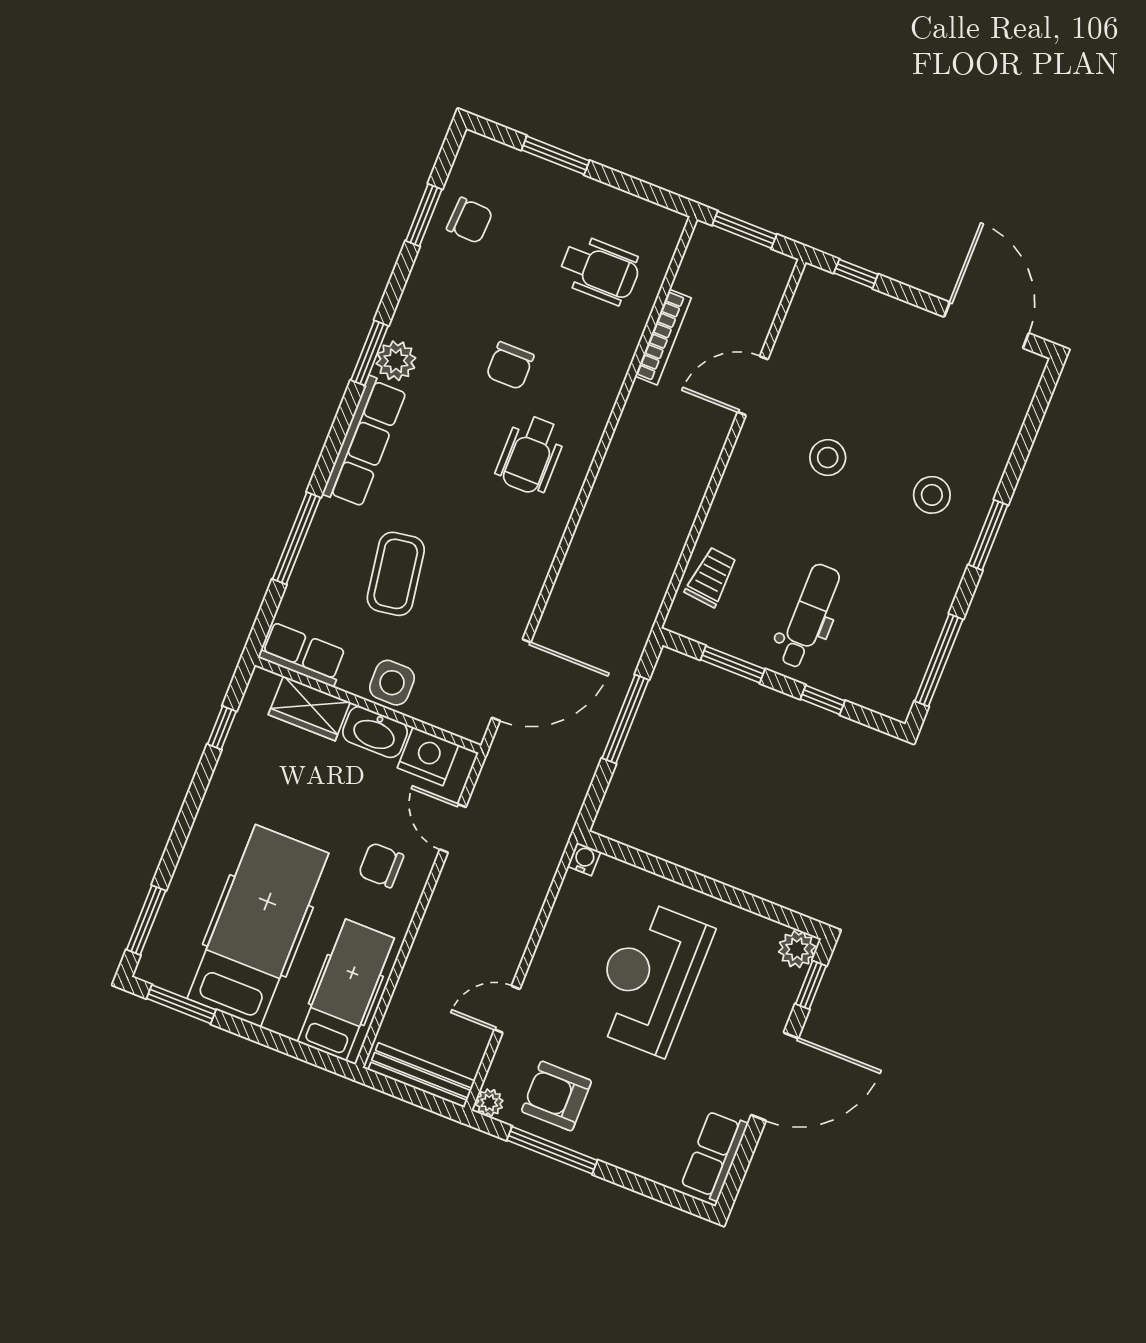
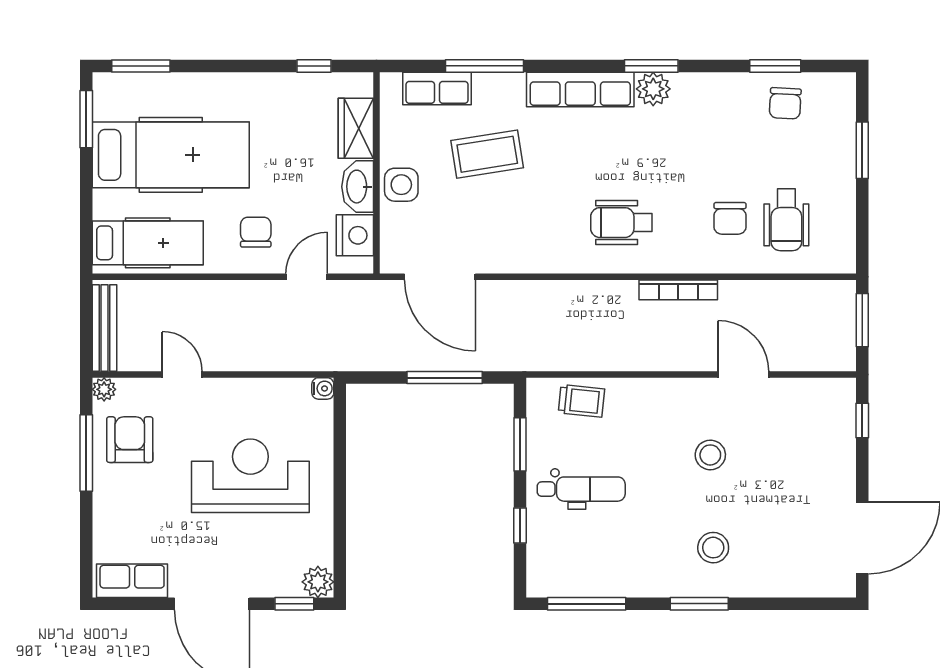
bookcase: (663, 337) -> (678, 290), moved
chair: (510, 366) -> (730, 218), moved, turned -90
row of seats: (303, 654) -> (437, 88), moved, turned 90

